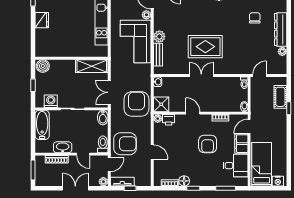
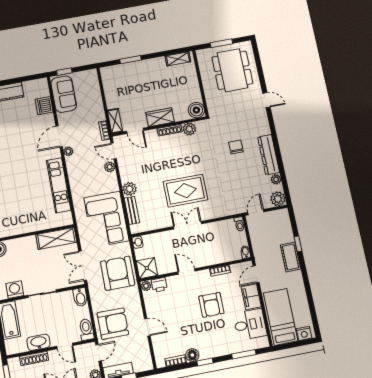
corner sofa: (136, 42) -> (107, 219), moved
plant: (280, 68) -> (278, 199), added
cot: (280, 97) -> (291, 257), moved

